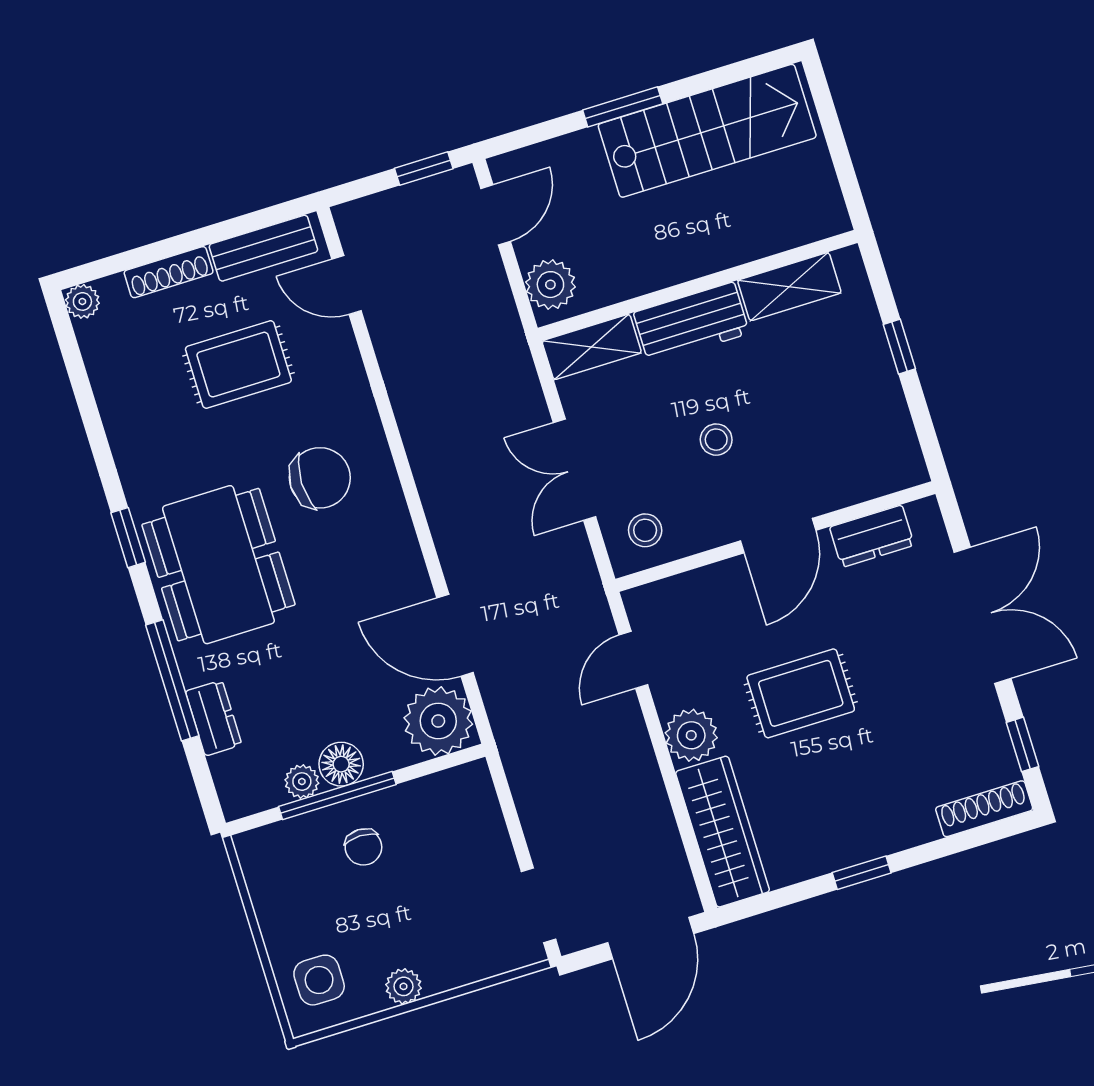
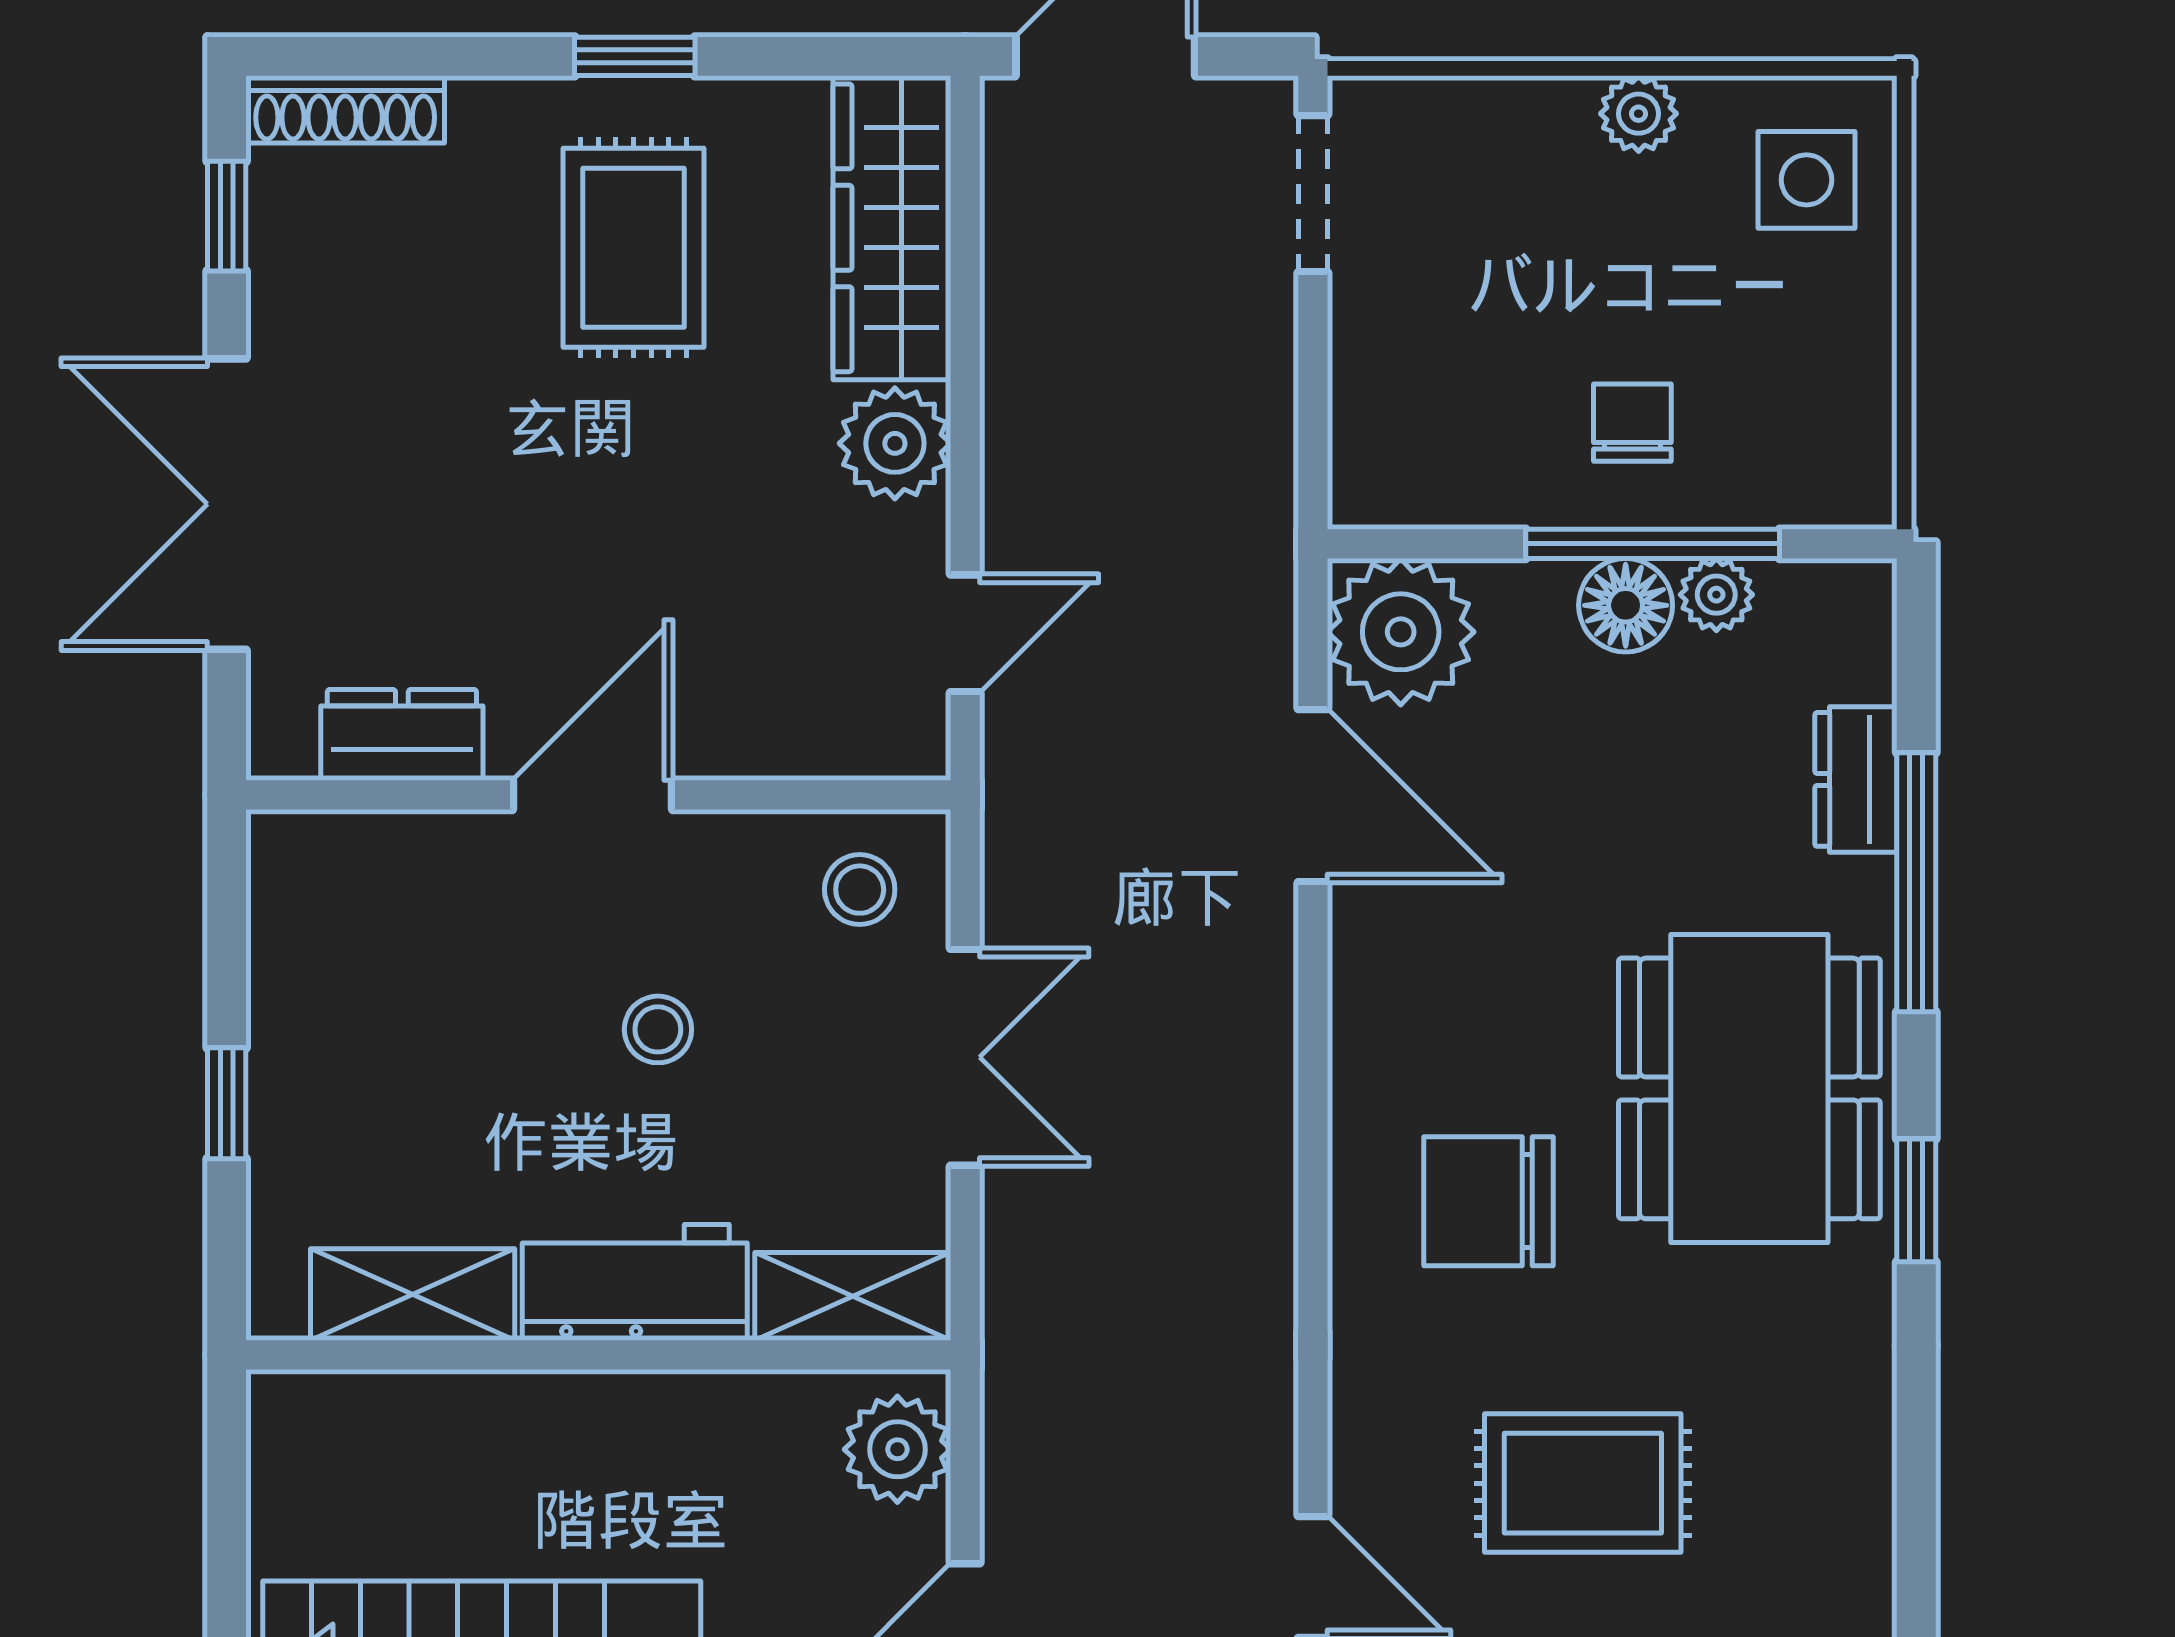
rug: (801, 693) -> (633, 248), moved, turned 90

